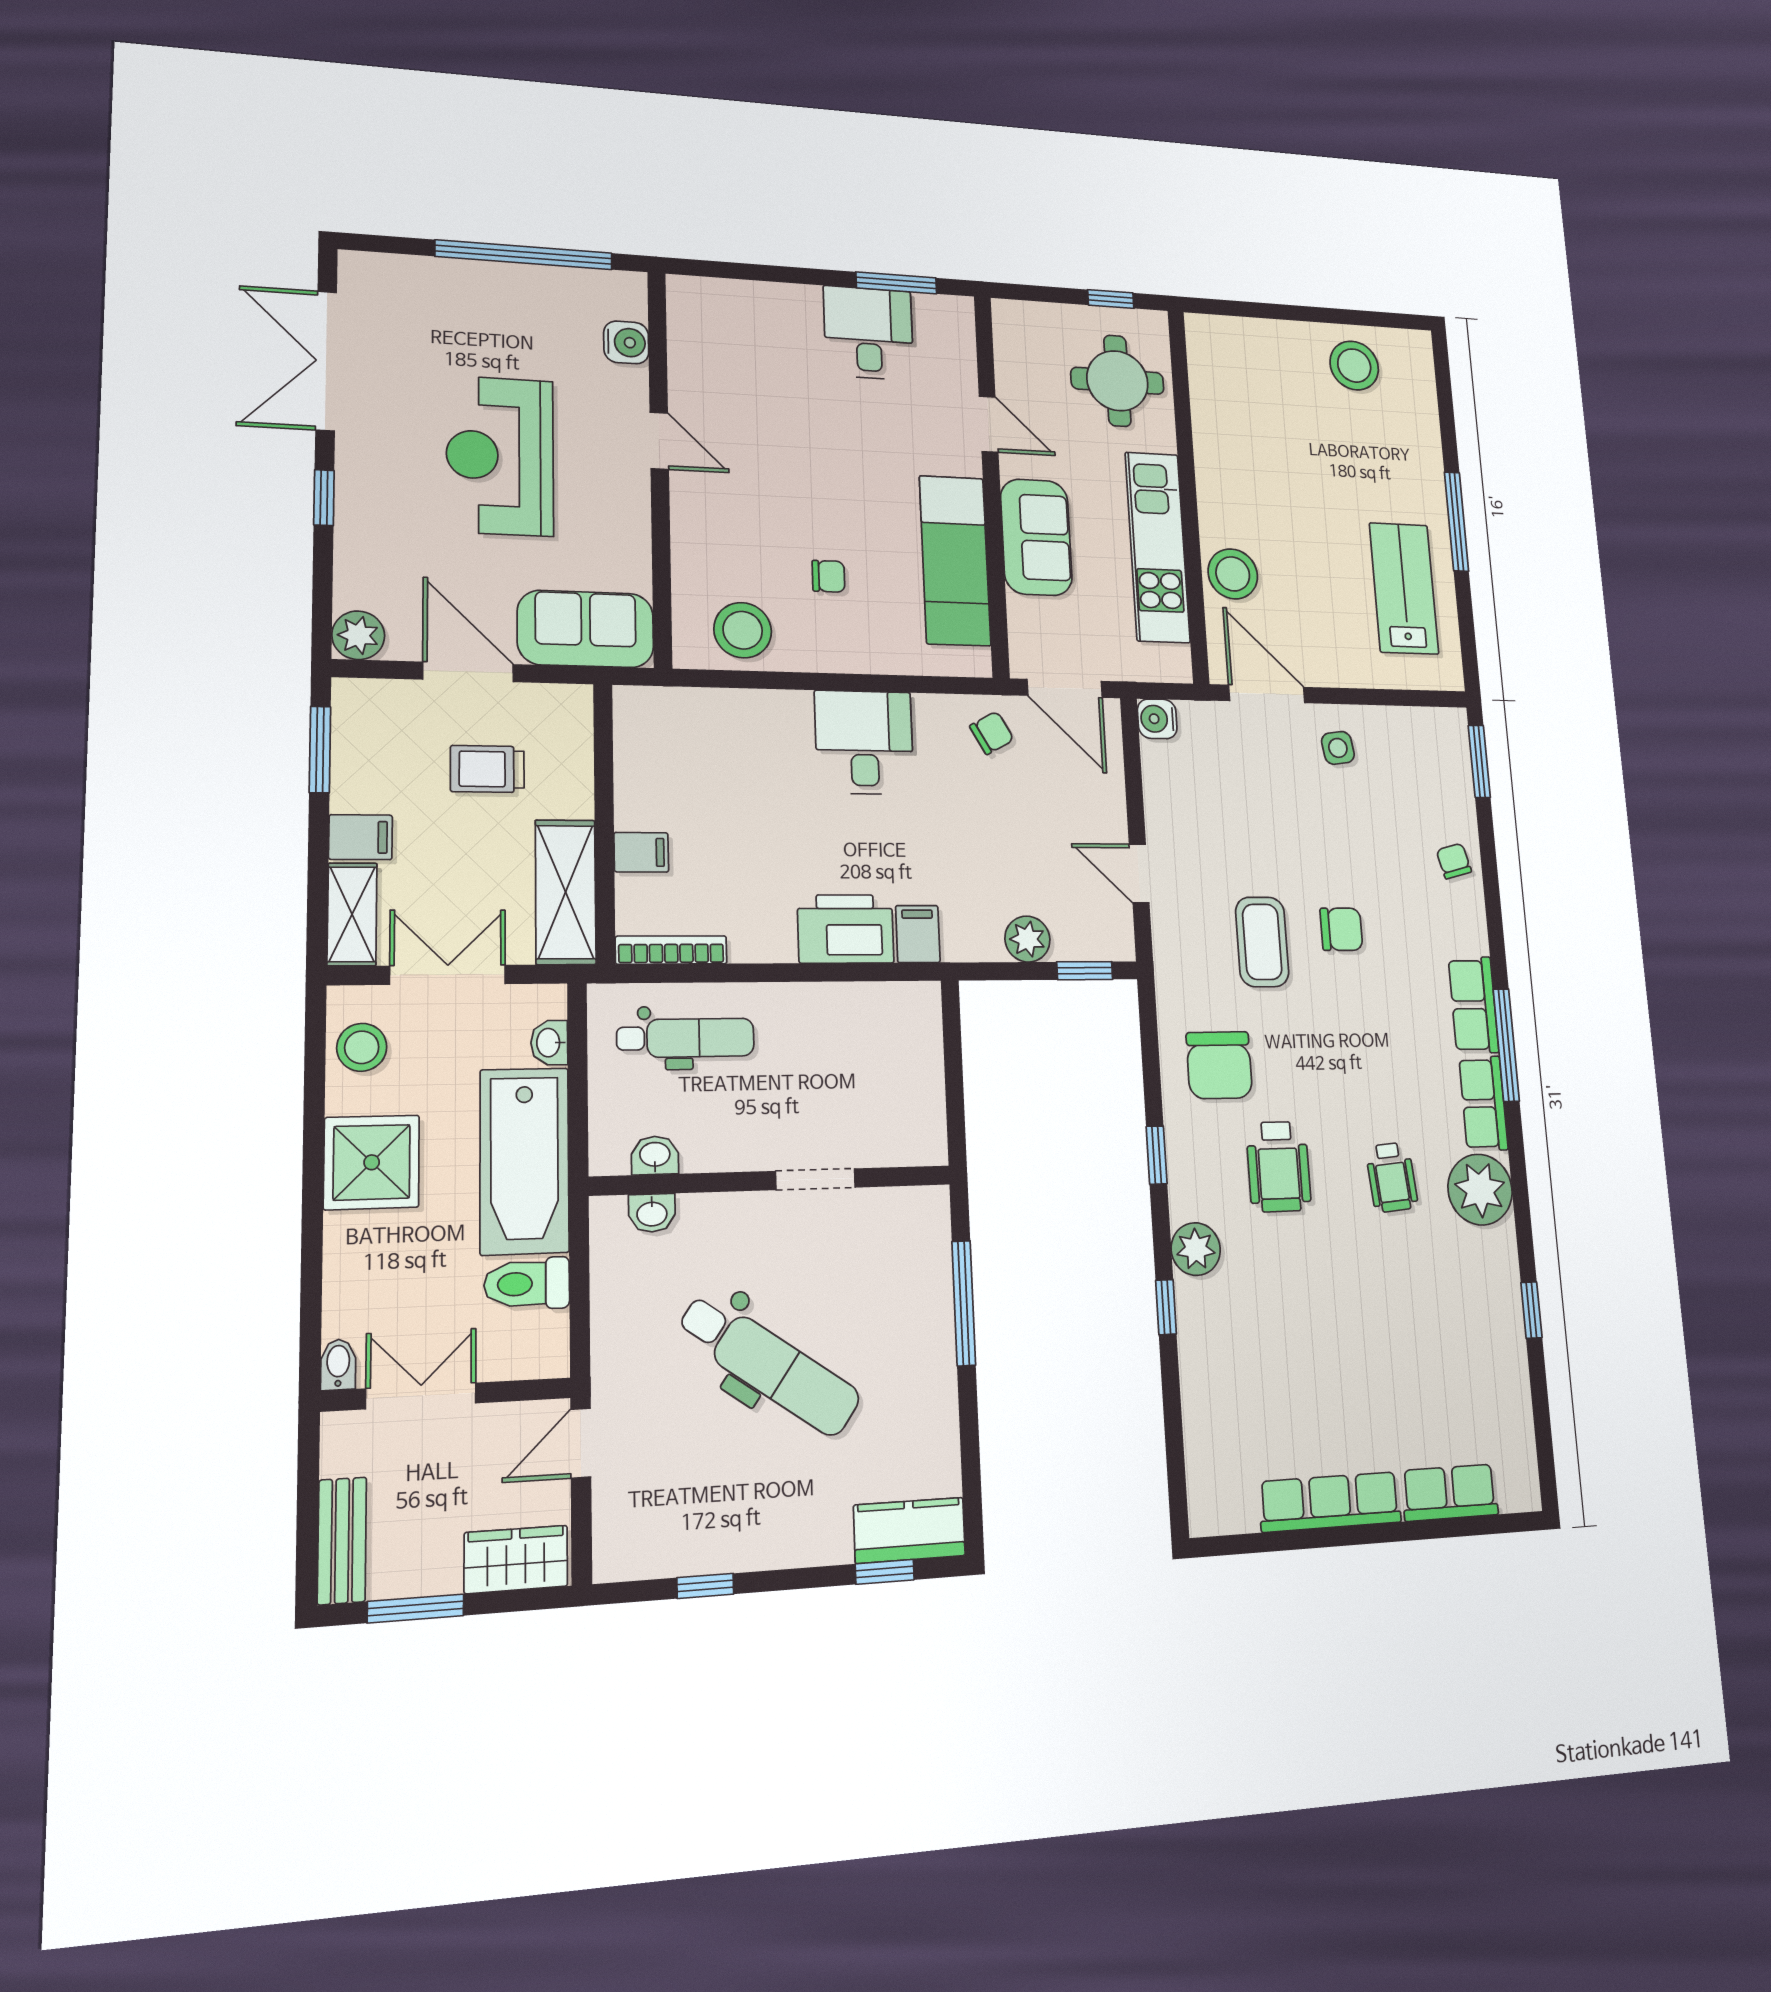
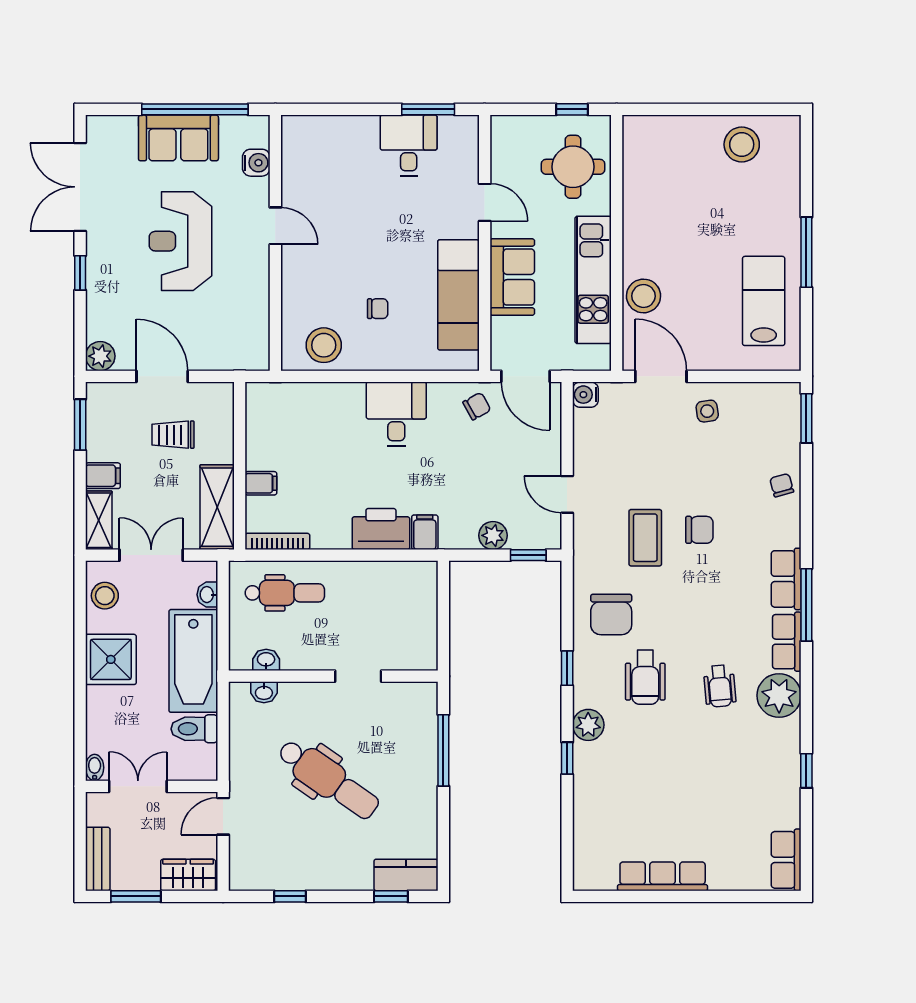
sofa: (586, 629) -> (178, 138), moved, turned 180
row of seats: (1450, 1493) -> (786, 860), moved, turned -90

